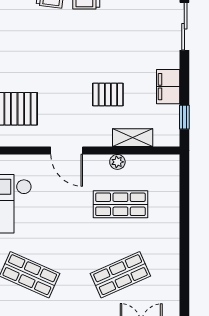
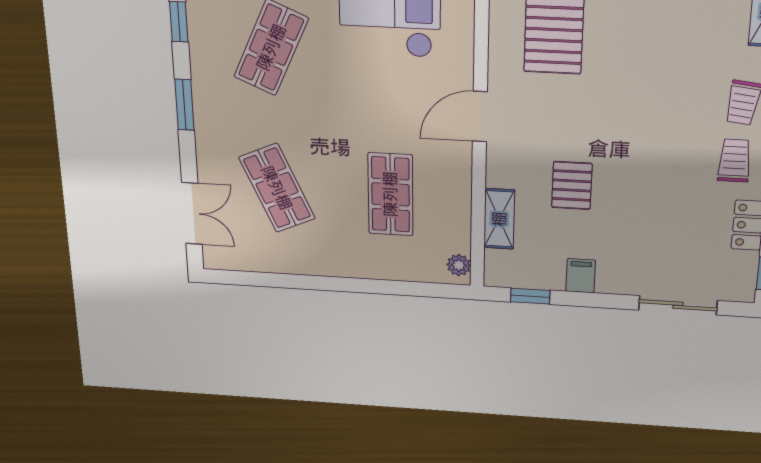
filing cabinet: (168, 87) -> (581, 276), width x0.50
plant: (117, 162) -> (459, 265), moved

